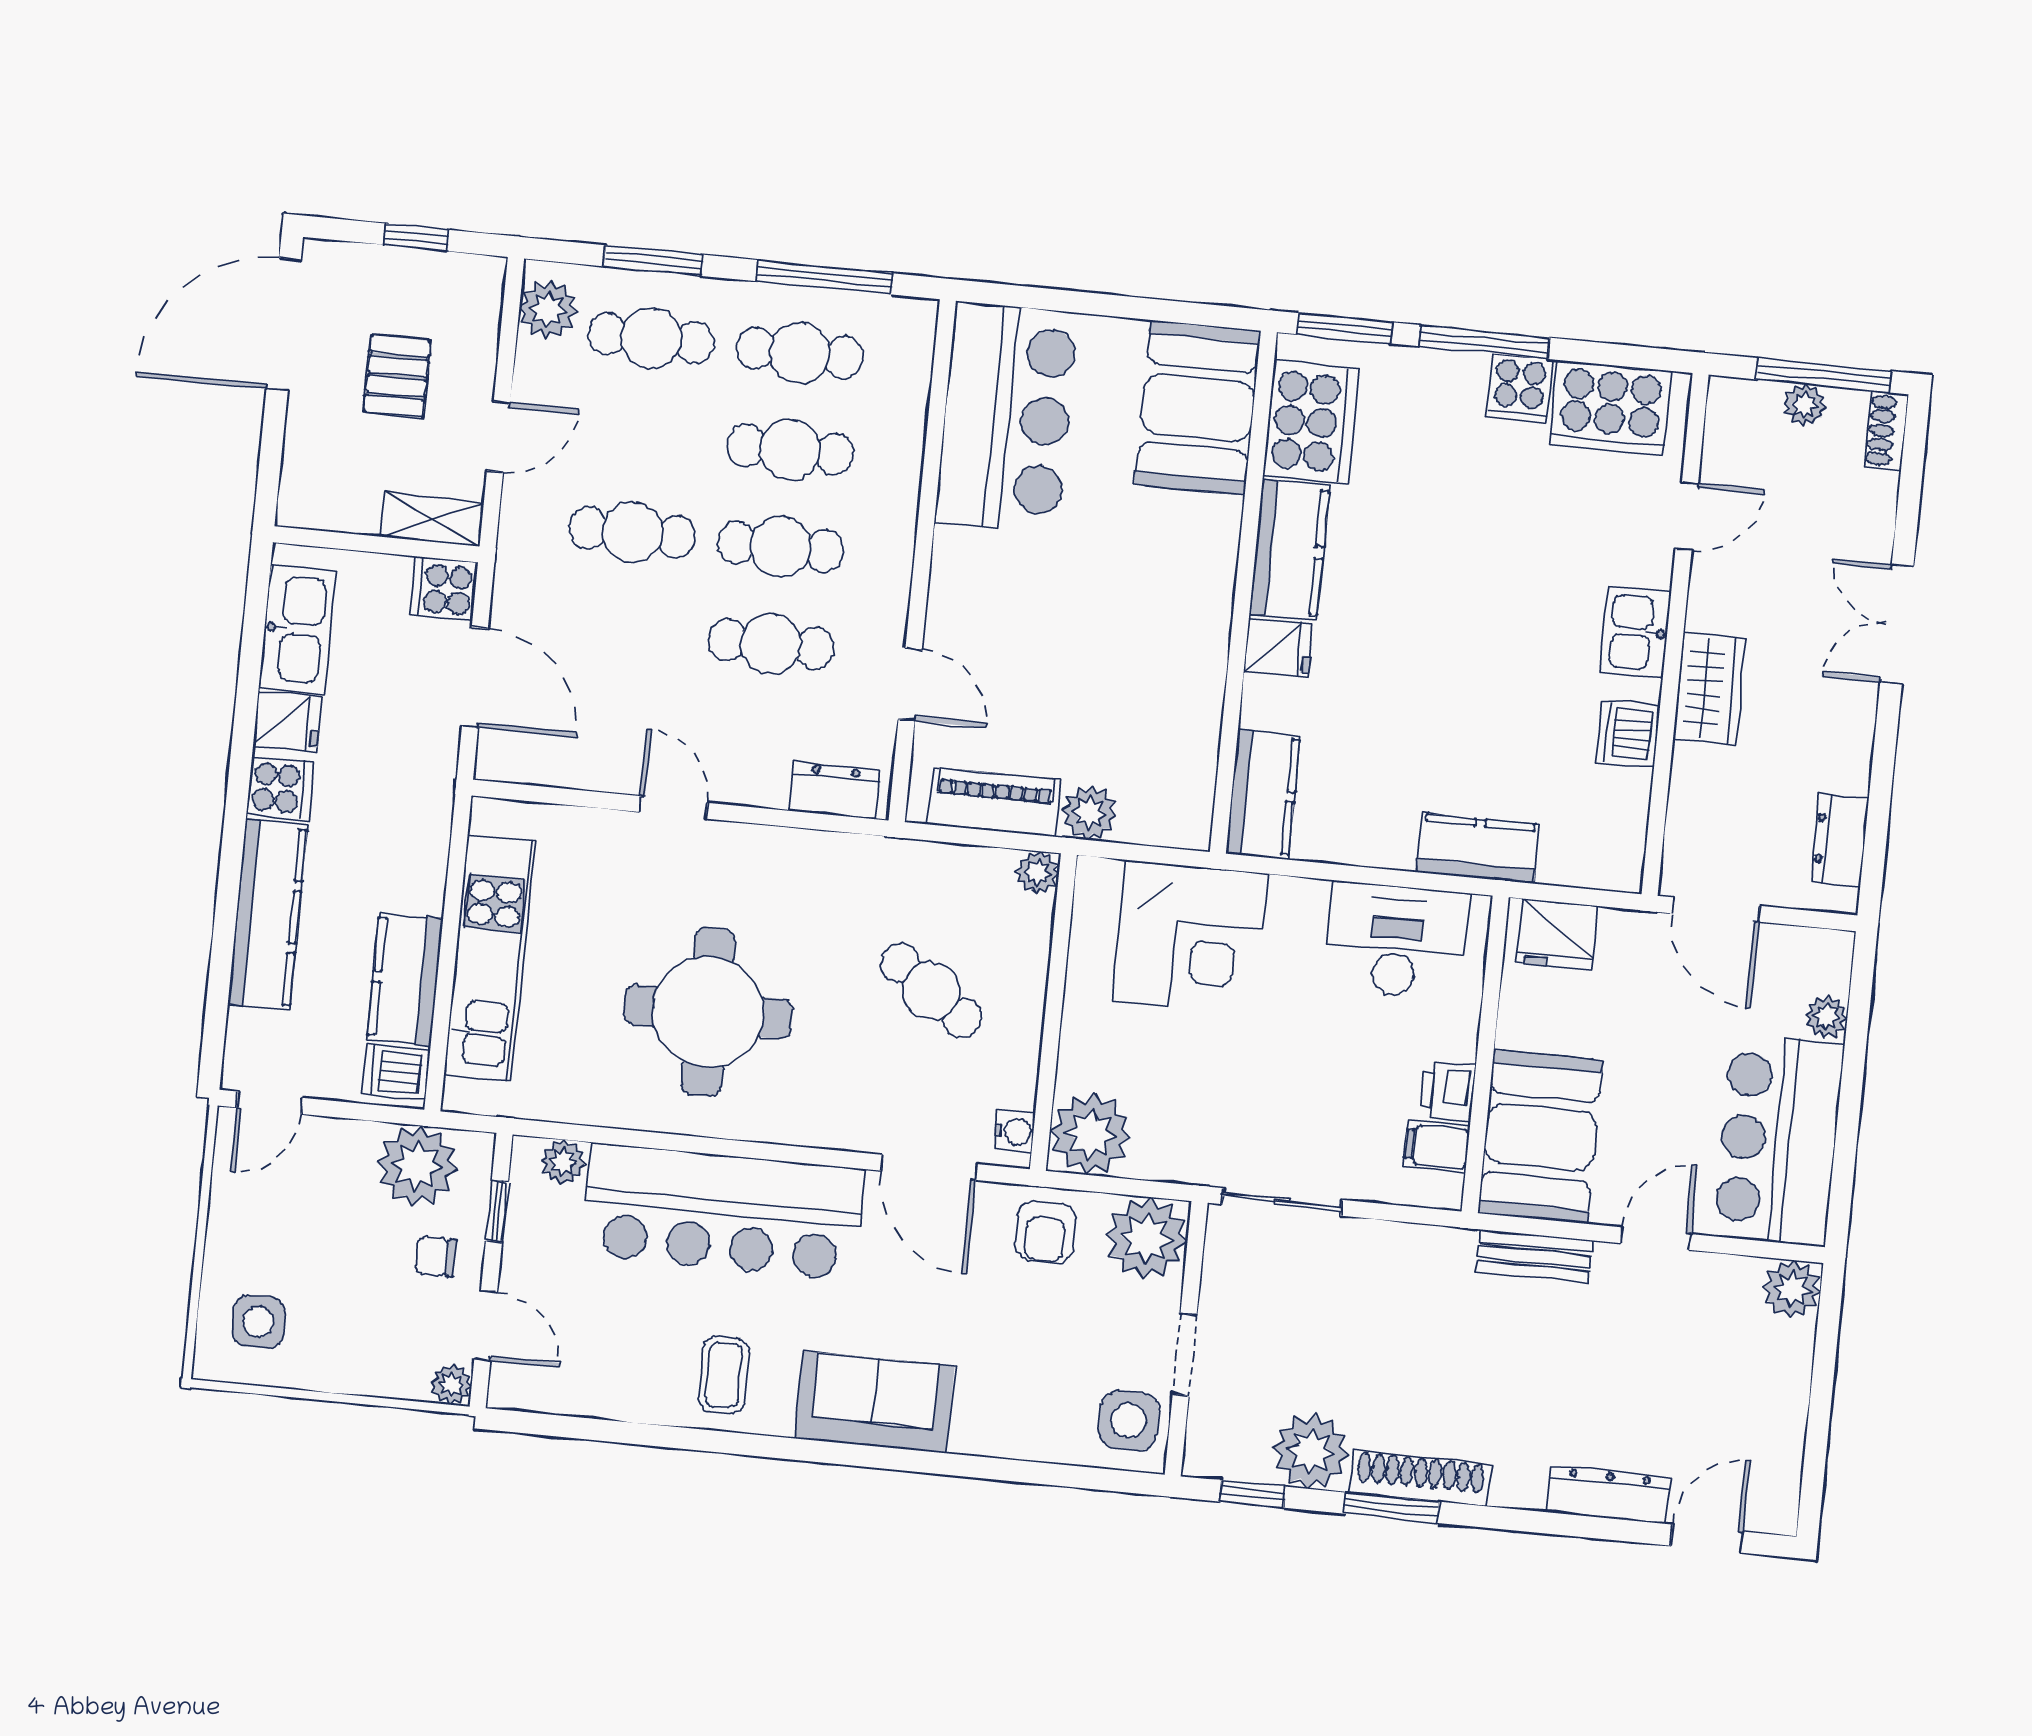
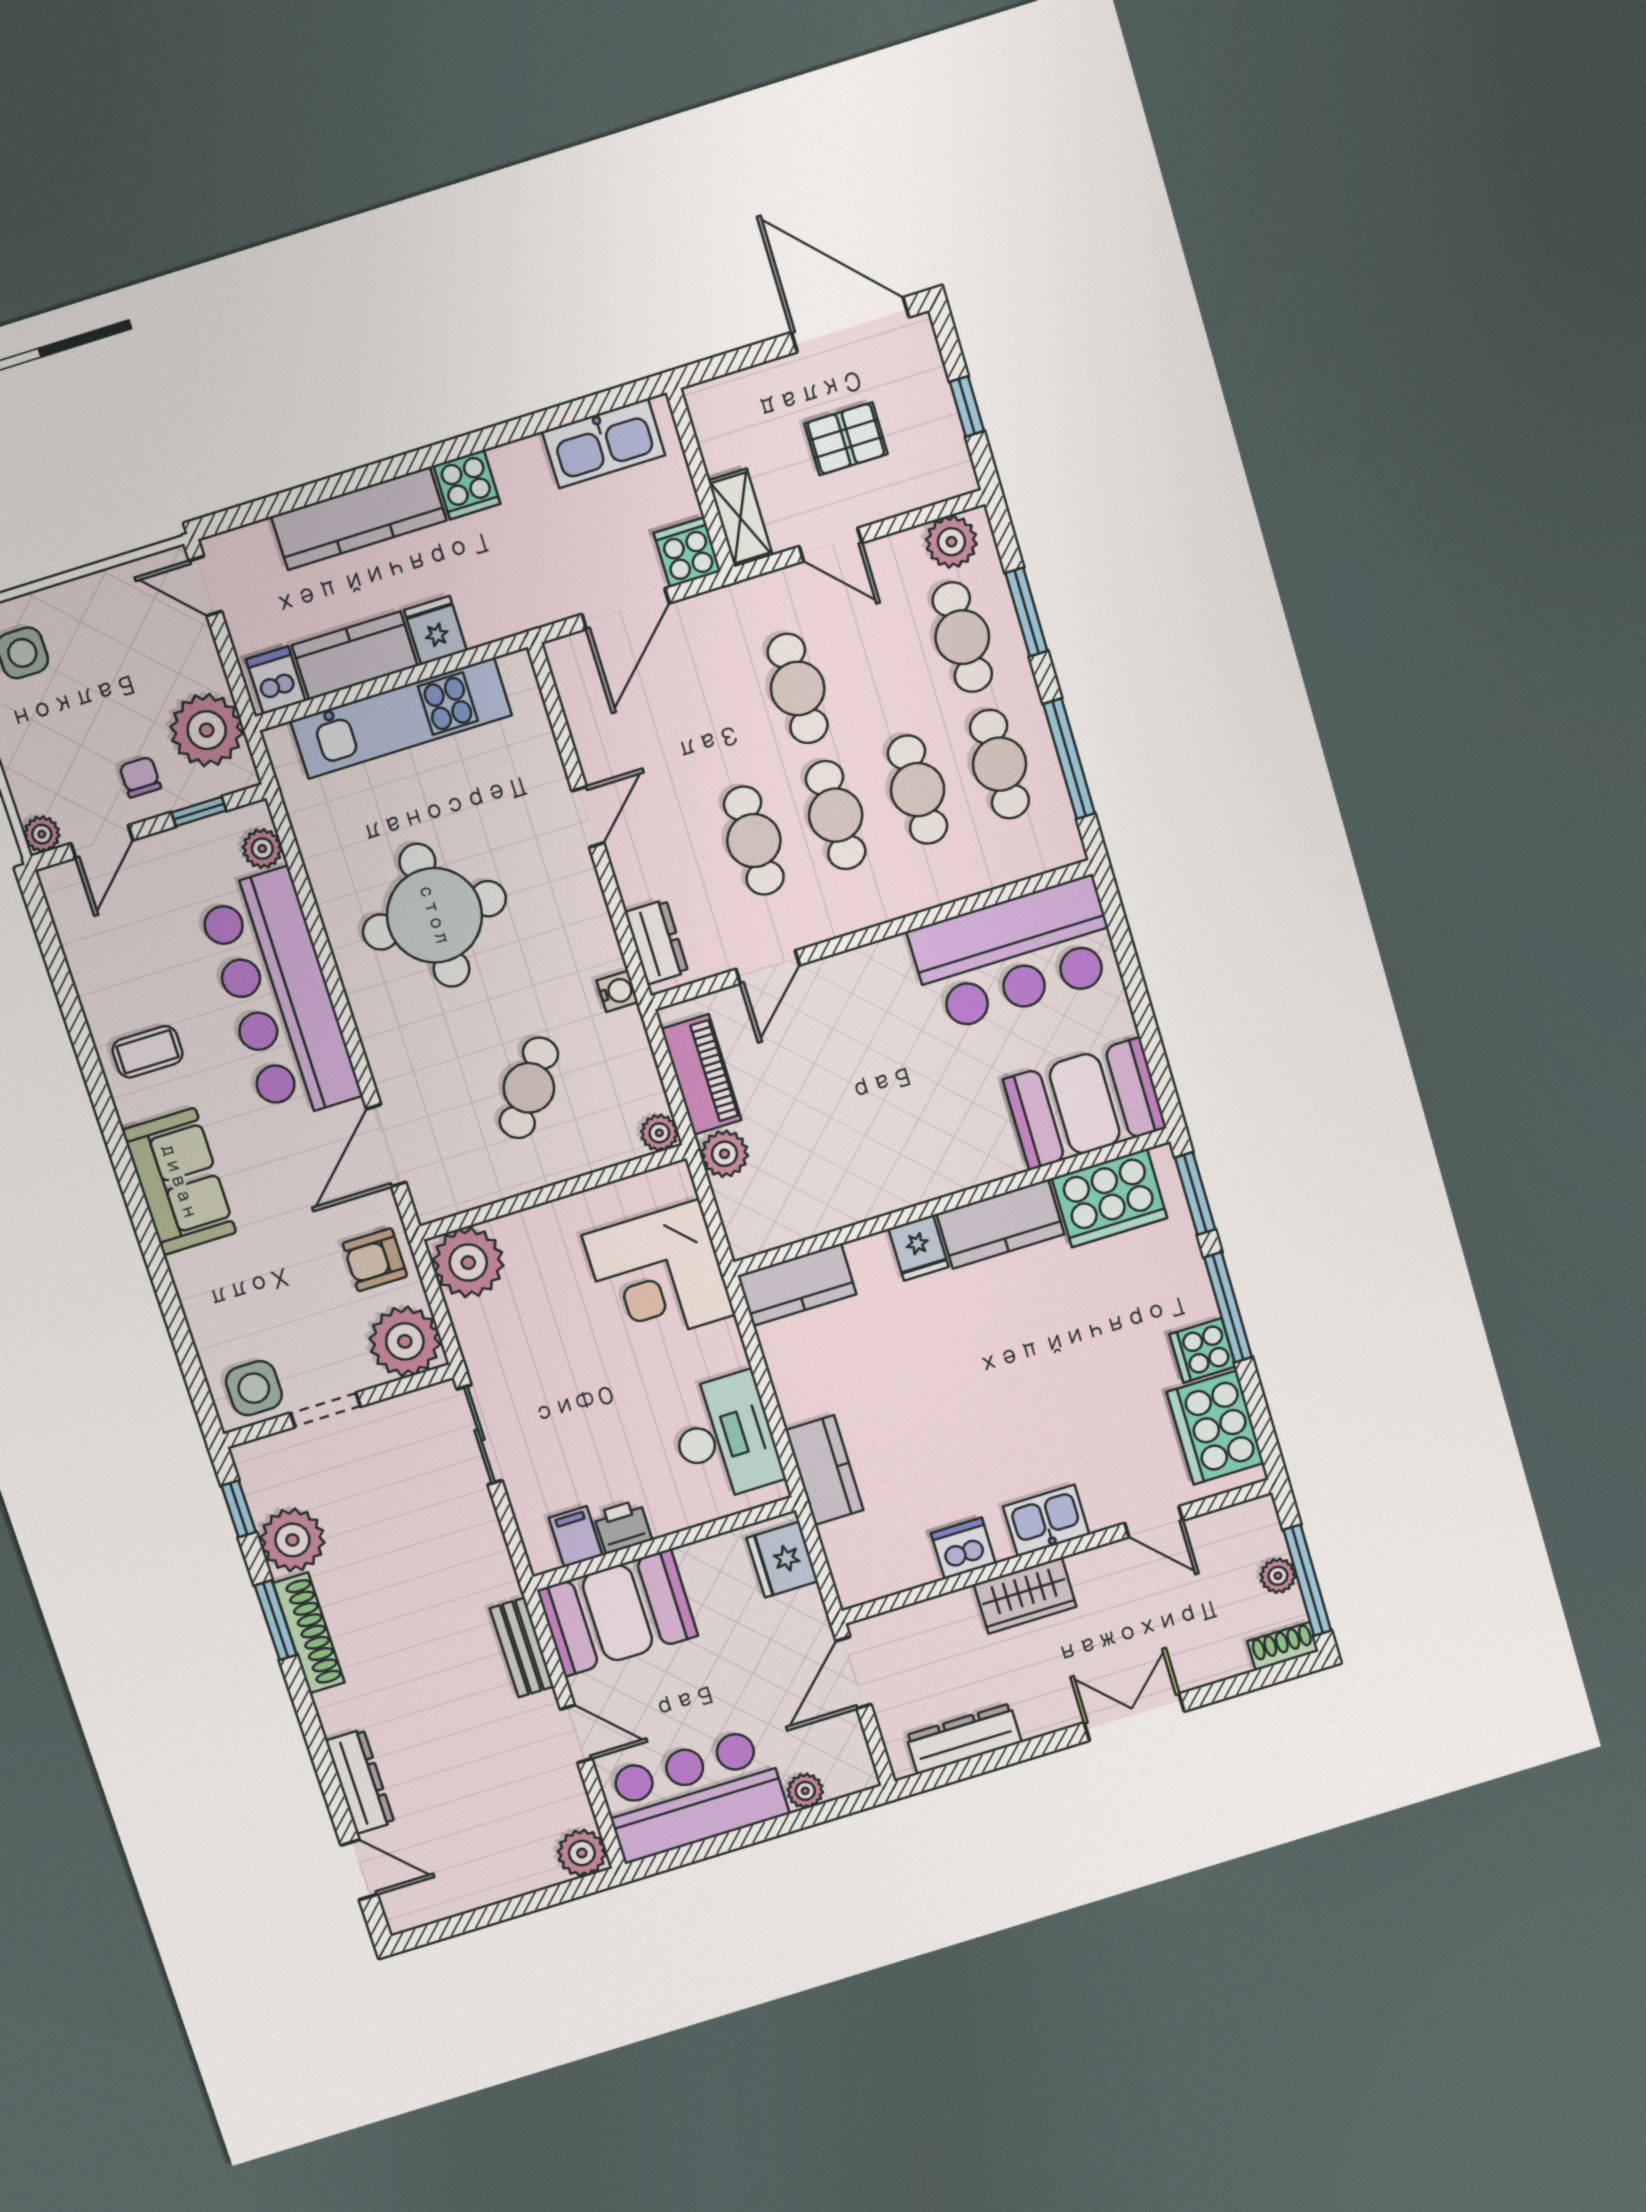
fridge: (287, 722) -> (435, 630), moved, turned 180
dresser: (1840, 840) -> (964, 1739), width x1.44
water cooler: (1015, 1131) -> (617, 991), moved, turned -90

